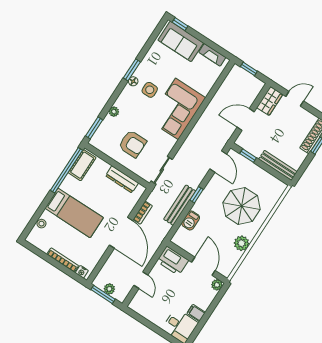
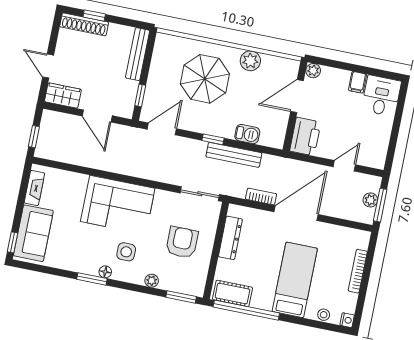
side table: (150, 90) -> (126, 252), moved
nightstand: (82, 272) -> (347, 320), moved

